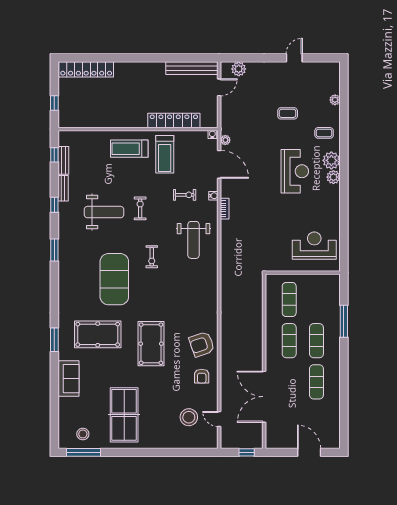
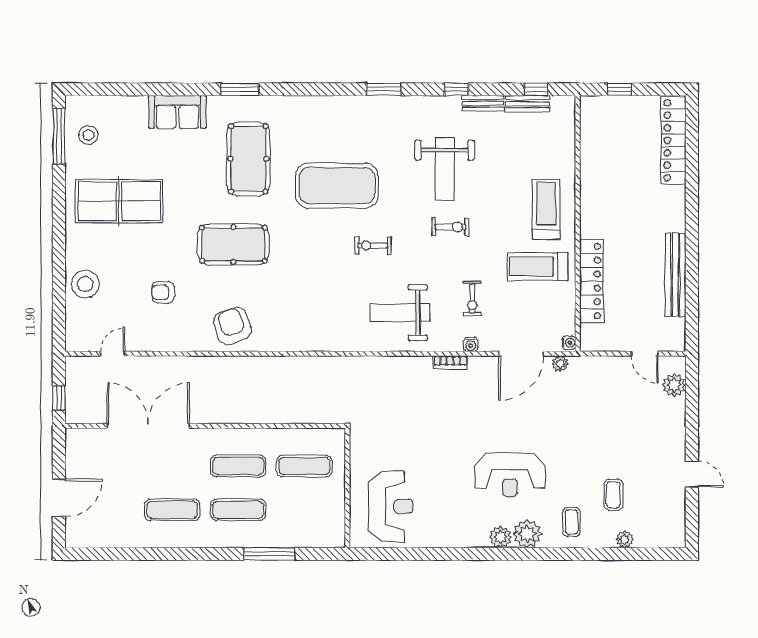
bench: (192, 68) -> (675, 275), moved
coffee table: (288, 113) -> (613, 495), moved
armchair: (202, 376) -> (163, 292), moved
stool: (189, 417) -> (85, 284), moved

